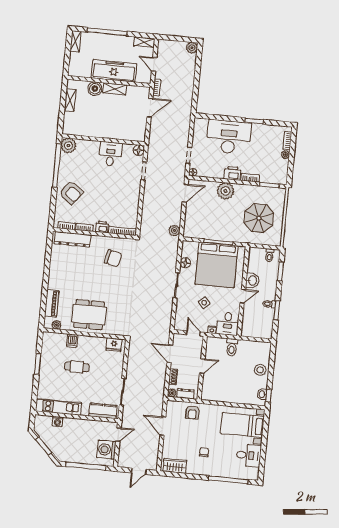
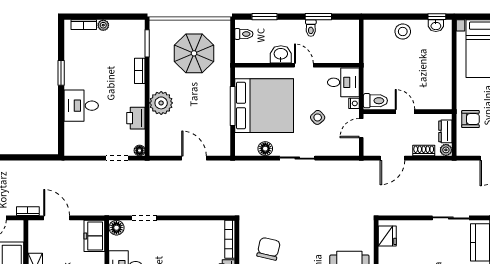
freezer: (134, 134) -> (94, 236), added
desk: (229, 137) -> (81, 106), width x0.53, depth x0.77
printer: (232, 173) -> (136, 118), moved
door: (185, 193) -> (194, 158), moved
plant: (174, 231) -> (222, 168), removed
toilet: (232, 347) -> (375, 101), moved

